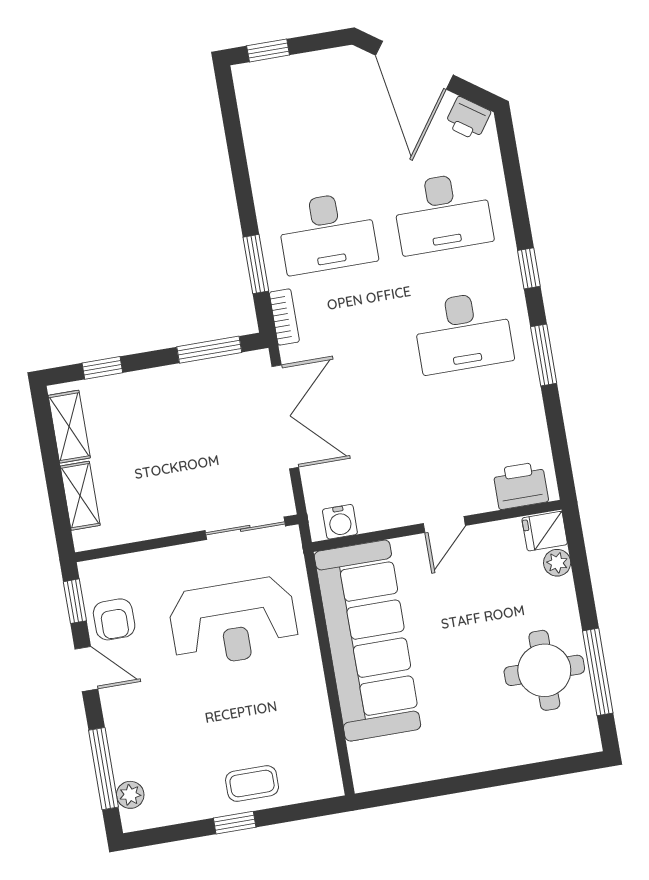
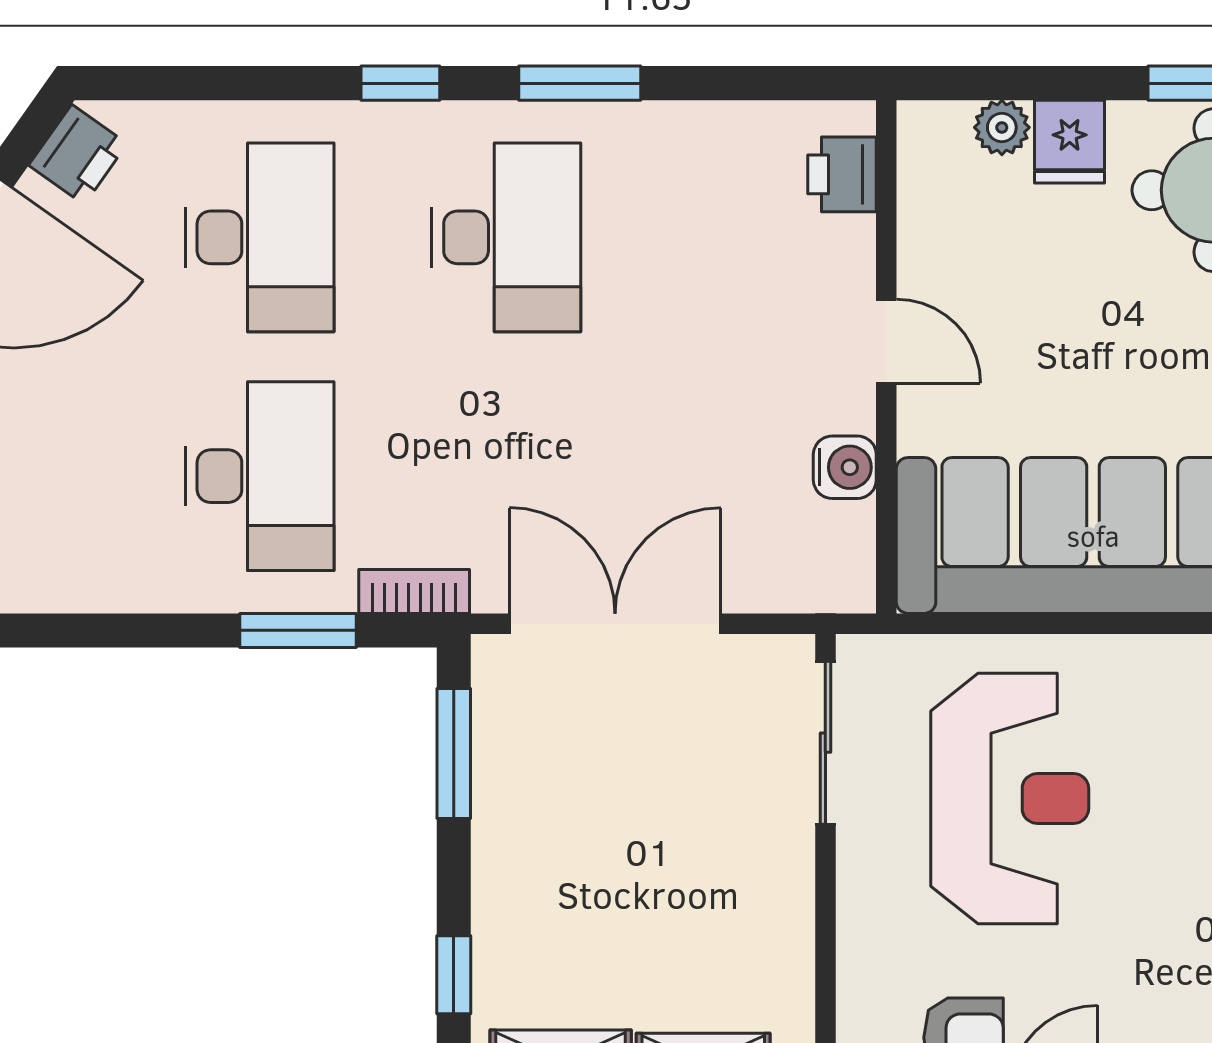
printer: (521, 485) -> (842, 174), width x0.73, depth x0.81
water cooler: (340, 522) -> (845, 467), moved
fridge: (545, 531) -> (1070, 142), moved

